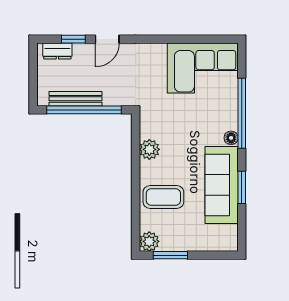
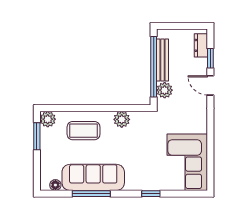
plant: (113, 96) -> (165, 90), added
window: (242, 113) -> (151, 194), width x0.32
floor lamp: (231, 138) -> (55, 185), moved
window: (242, 187) -> (91, 194), width x1.44
coffee table: (163, 197) -> (84, 131), turned 90

